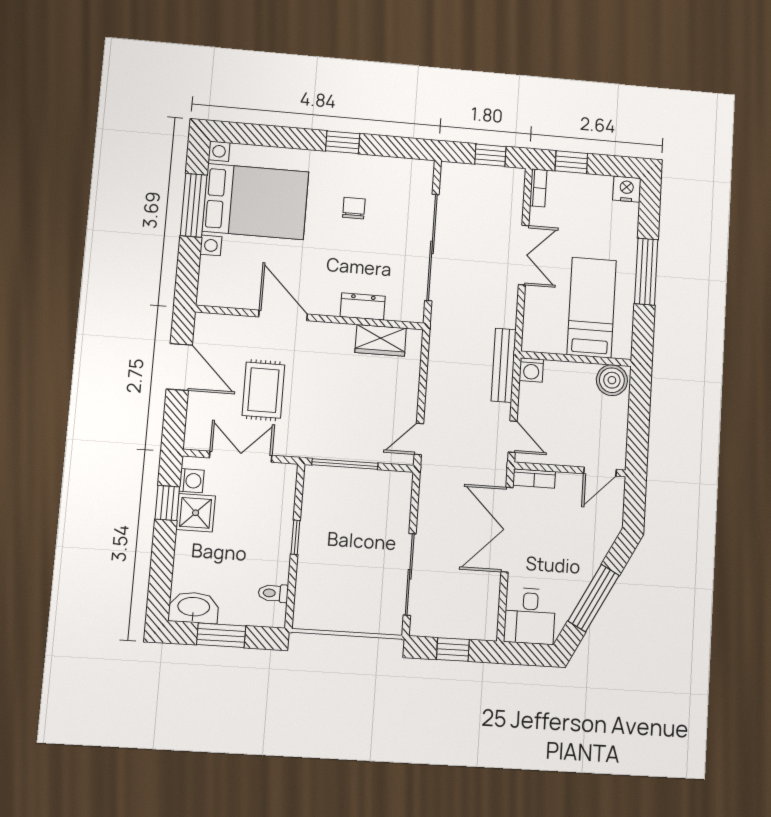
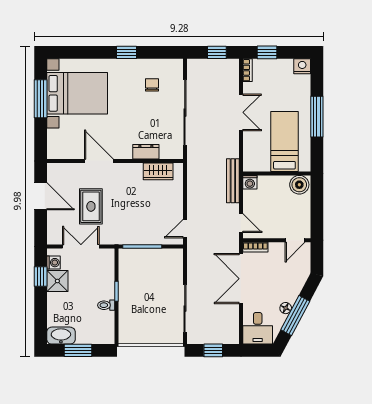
chair: (354, 208) -> (152, 85), moved
floor lamp: (578, 585) -> (286, 308), added
toilet: (273, 593) -> (106, 305), moved

